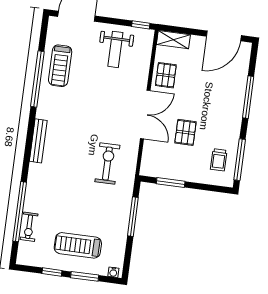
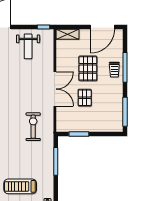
pallet: (166, 75) -> (88, 68), moved, width x1.50, depth x1.42
trolley: (219, 160) -> (114, 70), moved

